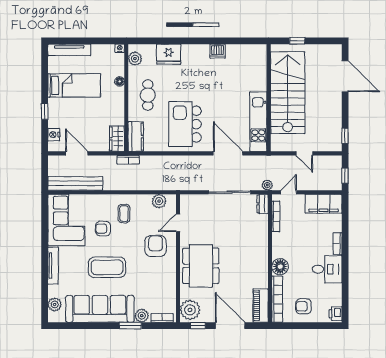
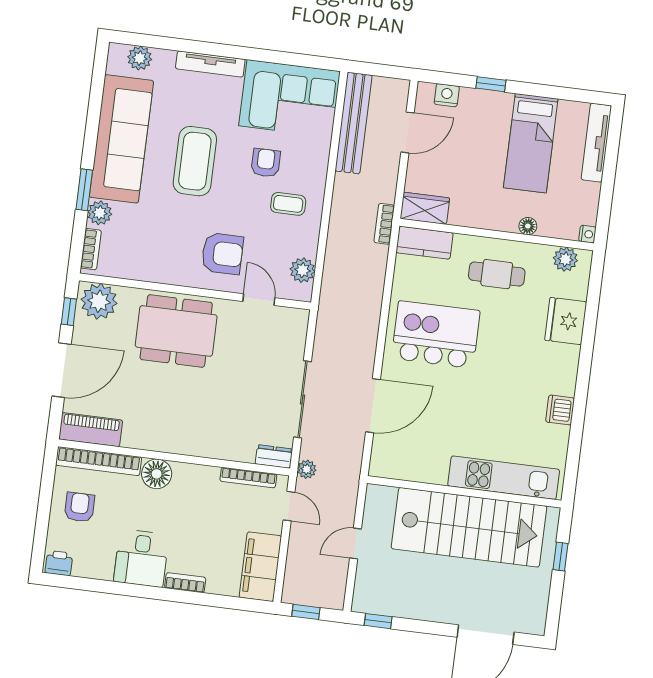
kitchen unit: (258, 121) -> (504, 478), moved

